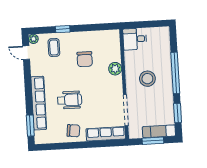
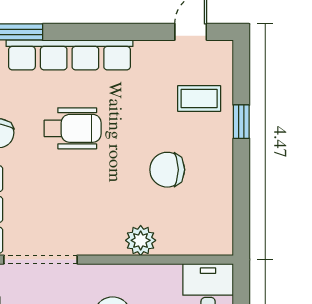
plant: (33, 39) -> (222, 51), removed
wheelchair: (70, 100) -> (73, 128), turned -90

